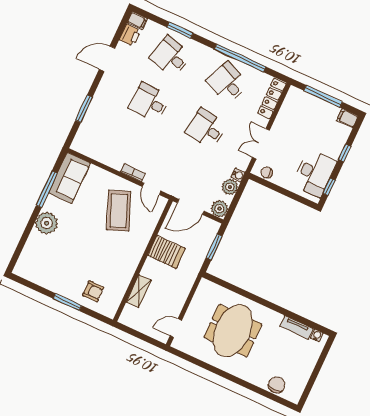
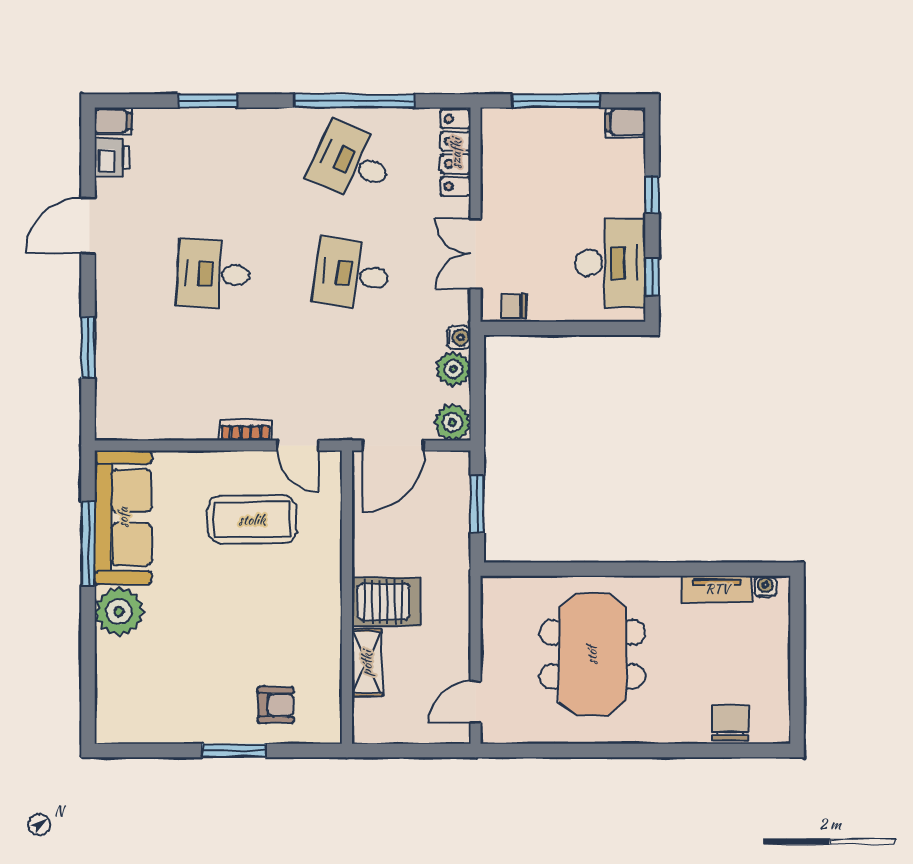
desk: (171, 56) -> (214, 162), removed
sofa: (69, 178) -> (123, 517), width x1.36
coffee table: (119, 211) -> (252, 520), turned -68
server rack: (166, 252) -> (386, 602), moved

